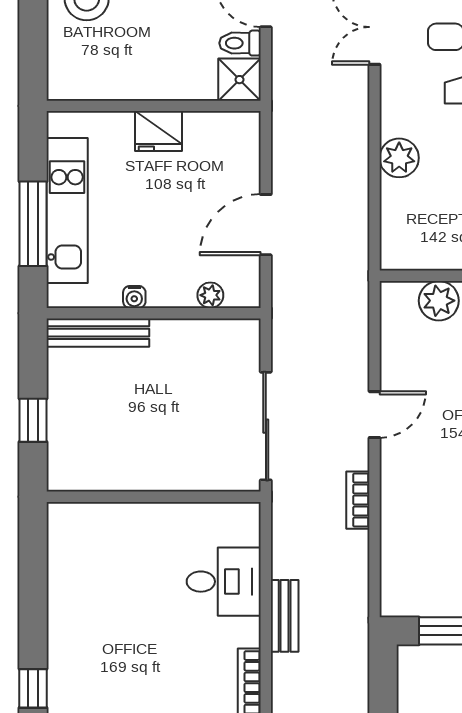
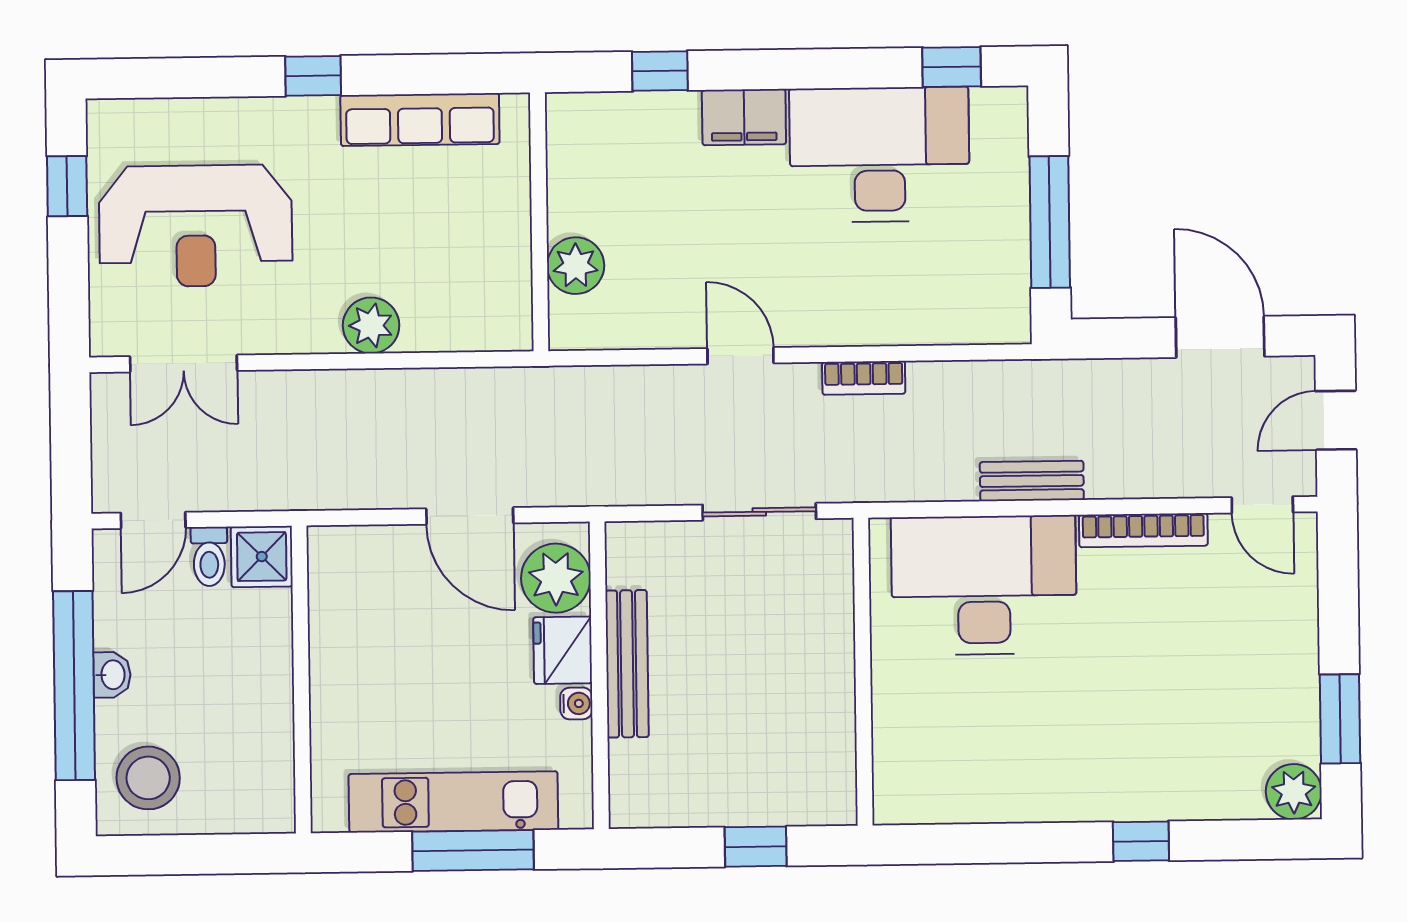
fridge: (158, 131) -> (563, 650), moved, turned 180
plant: (210, 295) -> (556, 578), width x1.88, depth x1.88
bench: (98, 333) -> (627, 664), moved
sliding door: (266, 426) -> (759, 512), width x0.73
desk: (224, 582) -> (984, 585), width x1.87, depth x1.30

